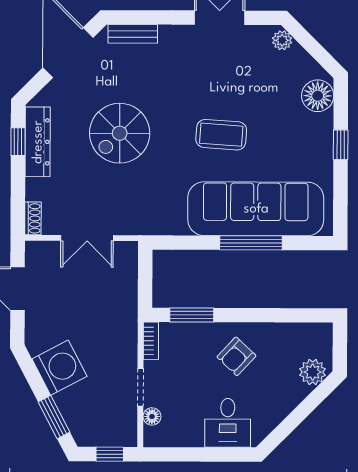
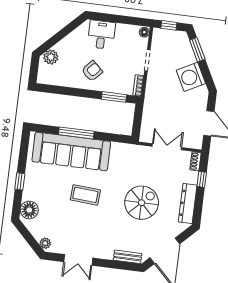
window: (18, 142) -> (202, 179), moved
floor lamp: (152, 416) -> (144, 32), moved

